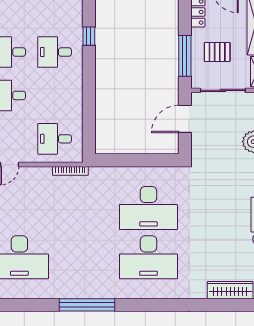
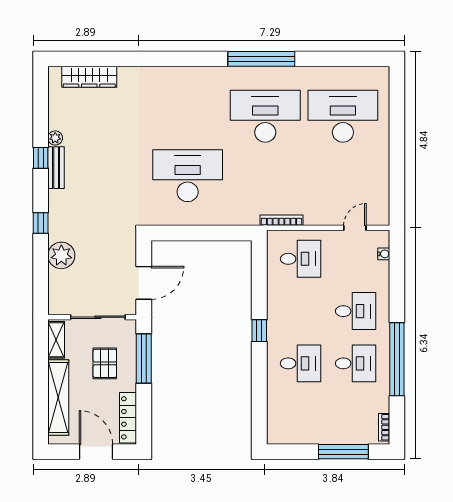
window: (89, 36) -> (259, 331), moved
pallet: (217, 52) -> (105, 363), turned 90
desk: (148, 257) -> (265, 116), moved

